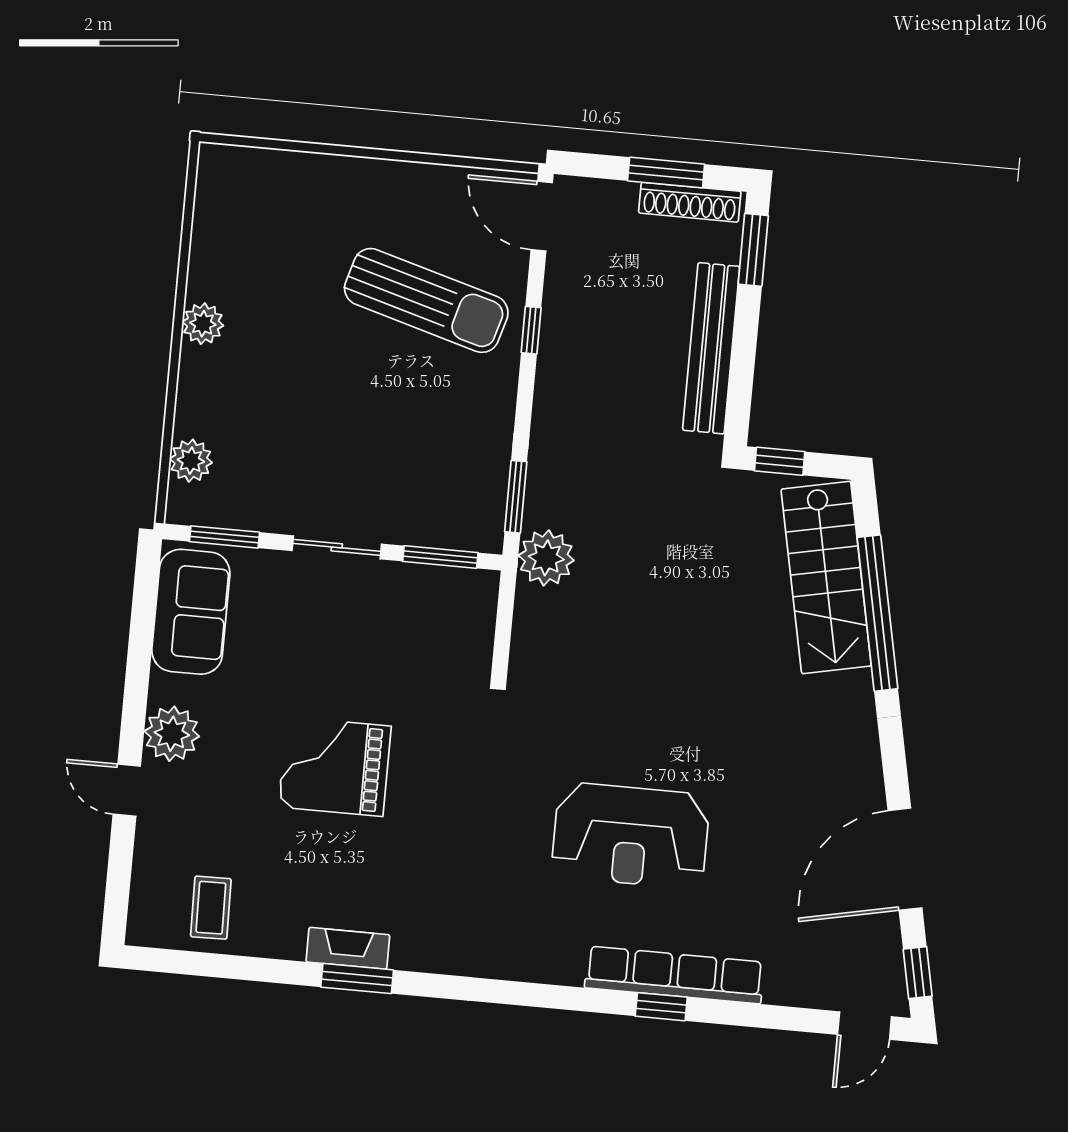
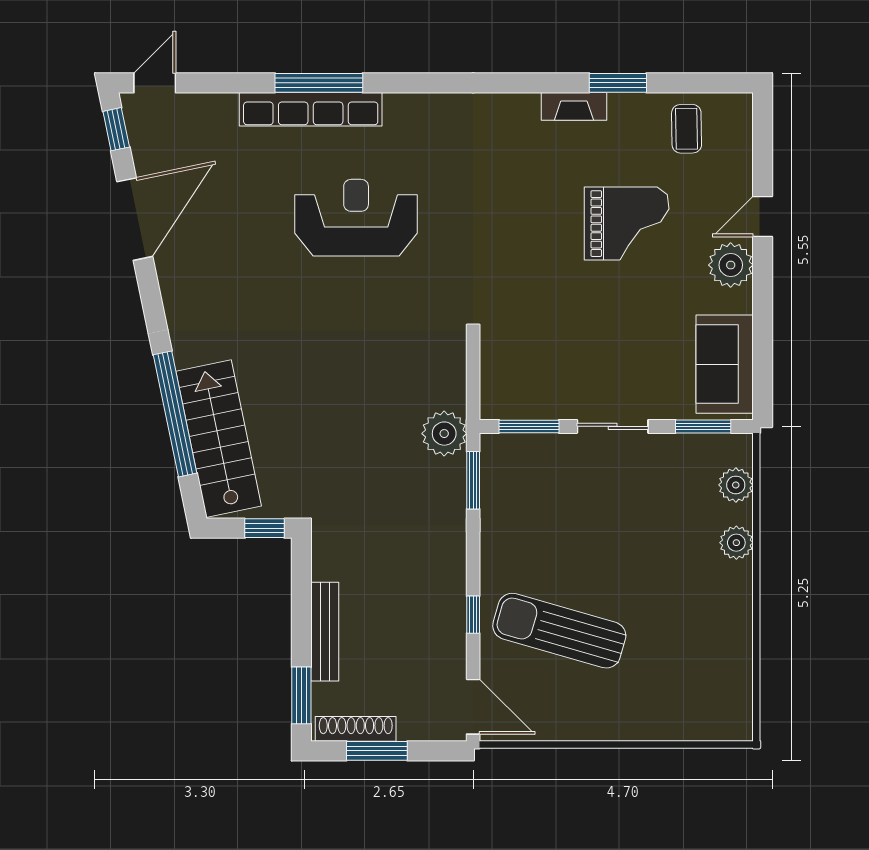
plant: (203, 324) -> (736, 543), moved
bench: (711, 348) -> (325, 632), width x0.73, depth x0.82
grand piano: (335, 767) -> (627, 224), moved
door: (127, 790) -> (763, 217), swing flipped
window: (357, 979) -> (618, 83), moved
window: (661, 1007) -> (319, 83), width x2.17

